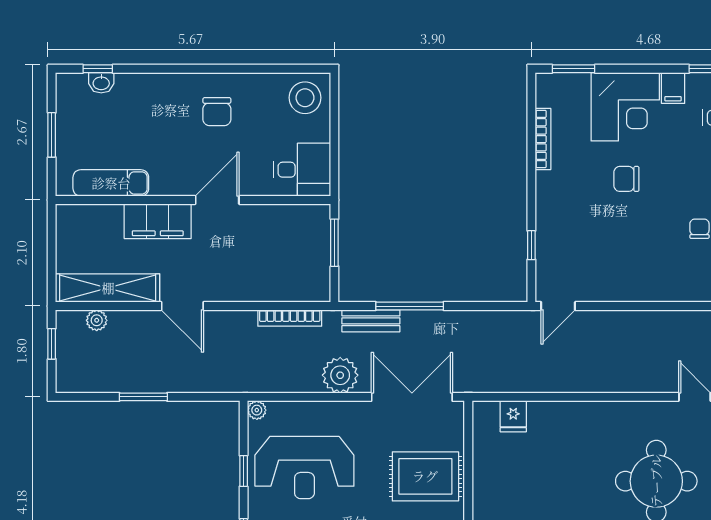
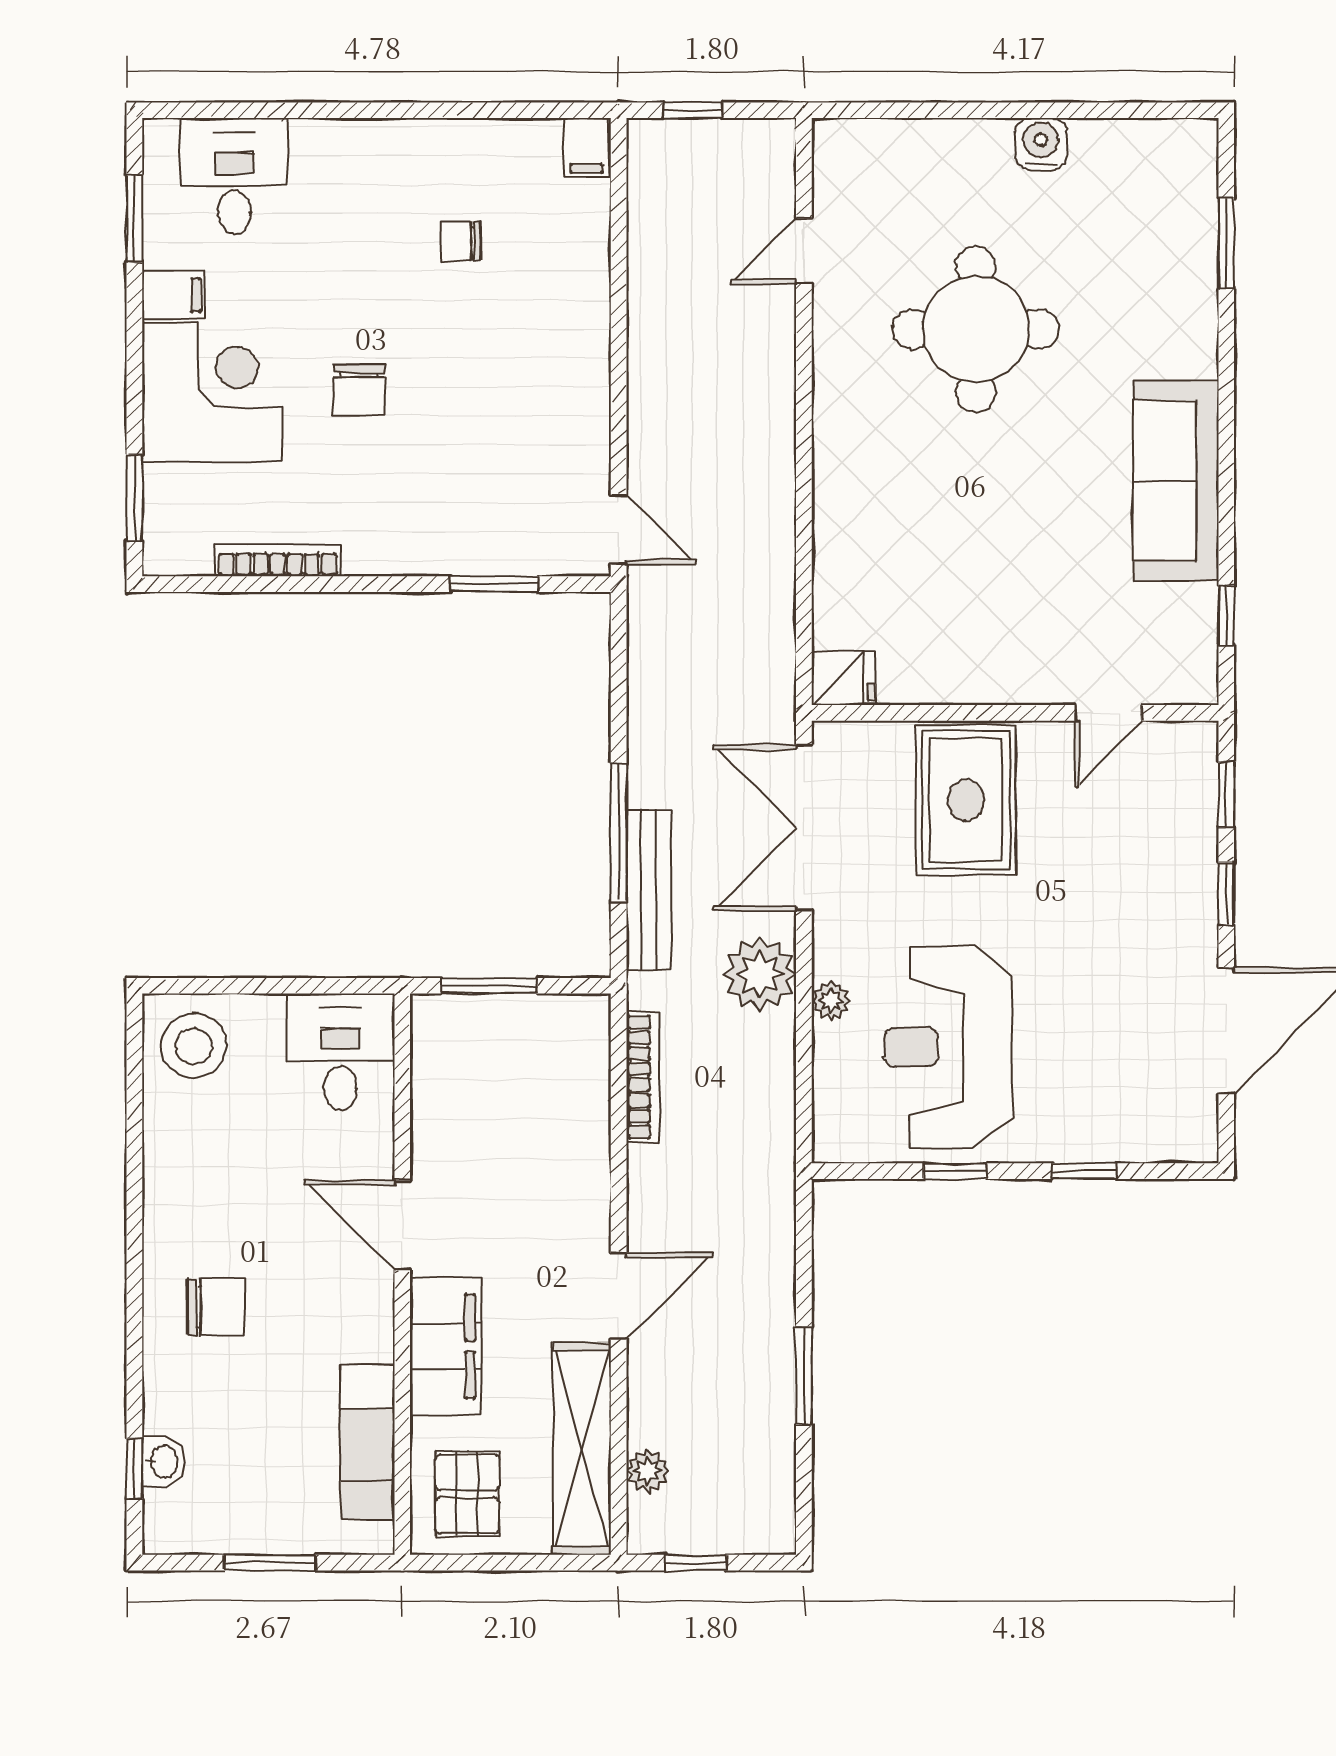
chair: (217, 112) -> (216, 1307), moved
pallet: (85, 232) -> (467, 1494), added
window: (531, 245) -> (494, 584), width x1.50
bench: (371, 321) -> (649, 890), width x1.36
plant: (257, 410) -> (831, 1001), moved
fridge: (513, 416) -> (843, 678), moved
reception desk: (304, 467) -> (948, 1047), turned 180

